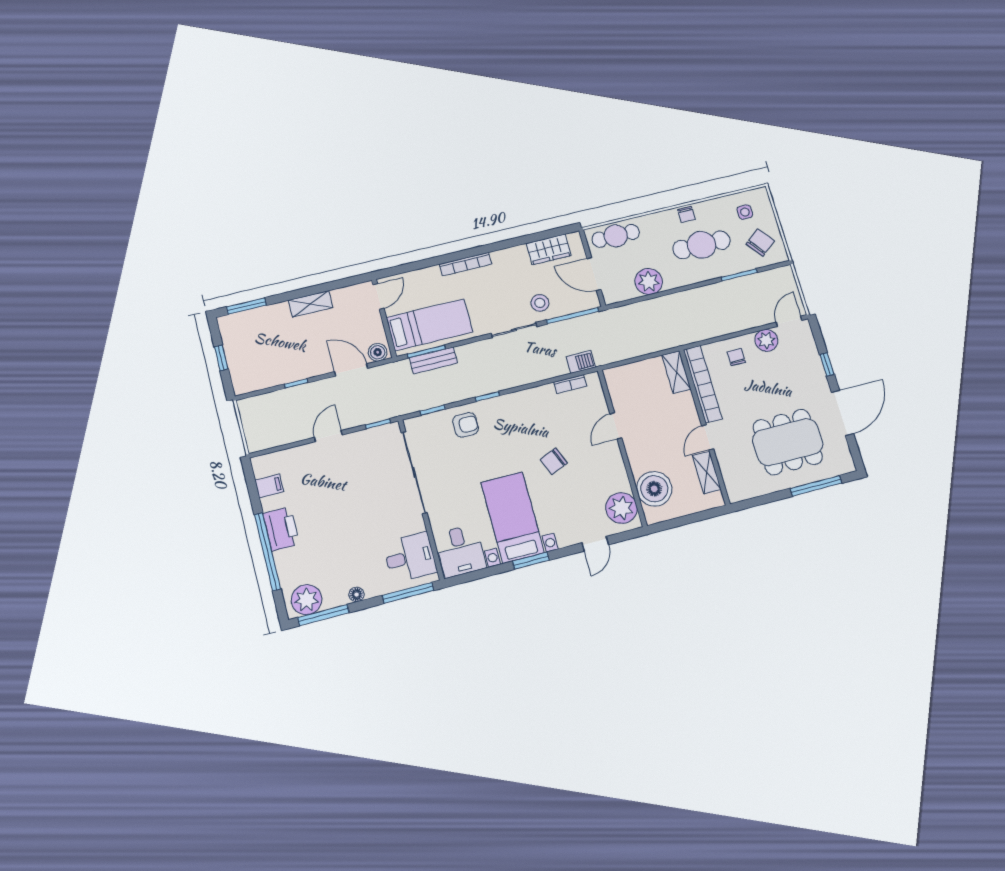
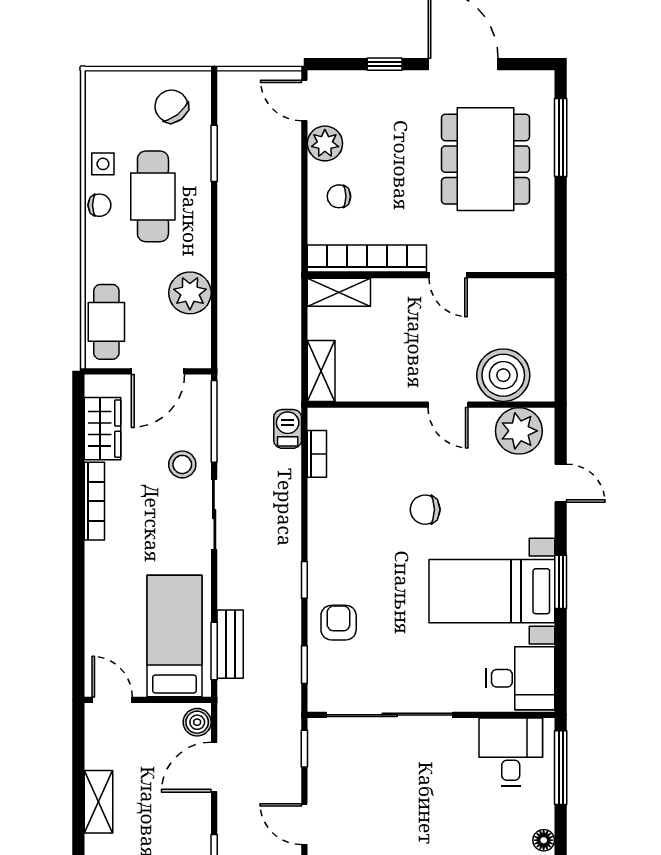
side table: (745, 212) -> (103, 164), moved
bookcase: (466, 264) -> (94, 501), moved
door: (616, 426) -> (448, 405), moved
chair: (554, 461) -> (425, 510), turned 112
shelving: (707, 472) -> (321, 371), moved, turned 90

